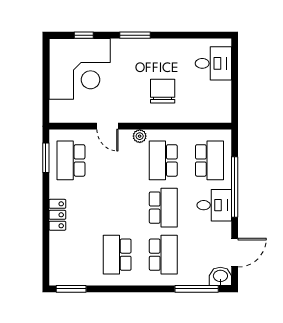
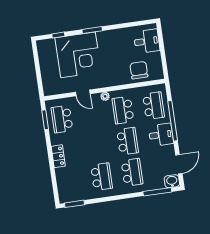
corner desk: (80, 69) -> (78, 55), moved
chair: (163, 91) -> (139, 70), moved
school desk: (117, 255) -> (102, 177), turned 180

